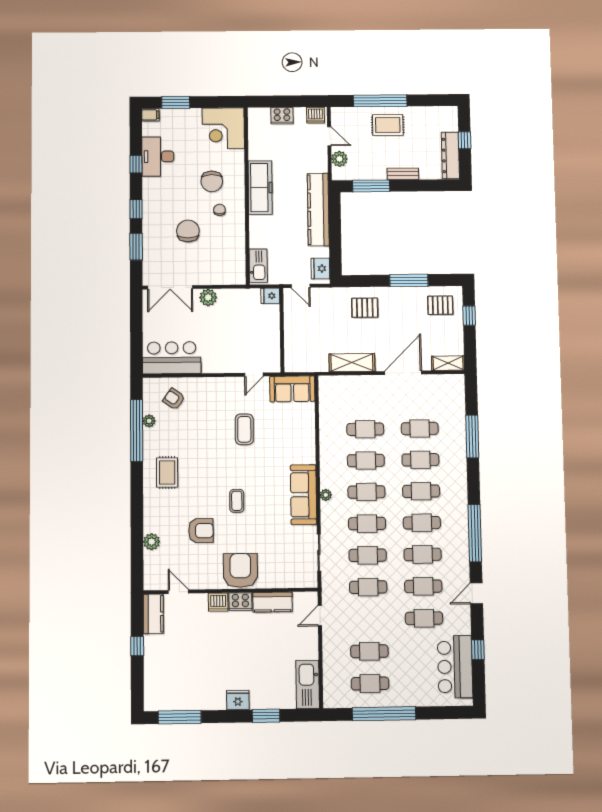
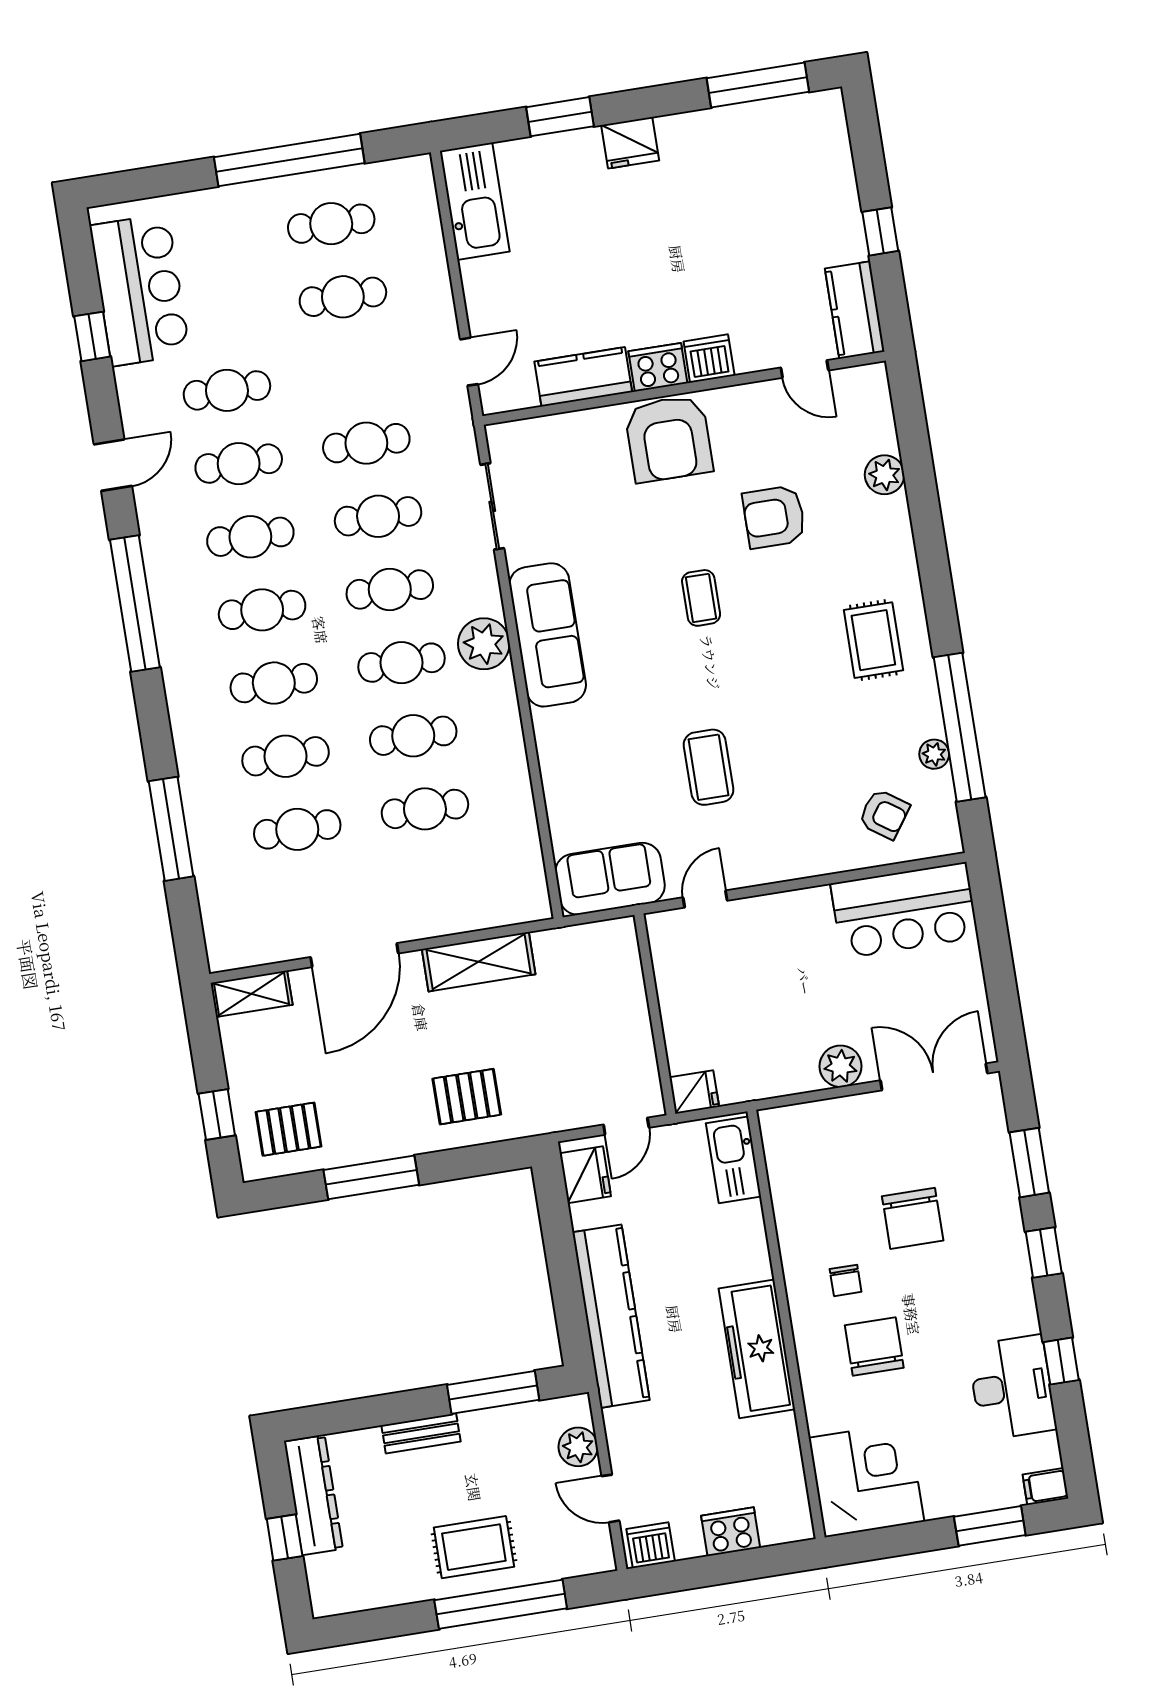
door: (301, 286) -> (626, 1126), swing flipped
plant: (326, 495) -> (484, 644), width x1.87, depth x1.87

